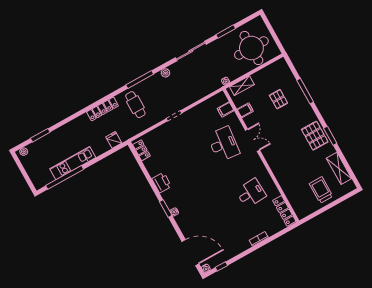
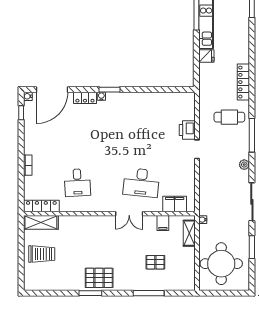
filing cabinet: (226, 109) -> (175, 204), width x2.00
fridge: (114, 140) -> (206, 56), moved
locker: (141, 150) -> (85, 98), moved
shelving: (339, 168) -> (41, 222), moved
printer: (162, 183) -> (187, 130), moved, turned 90

